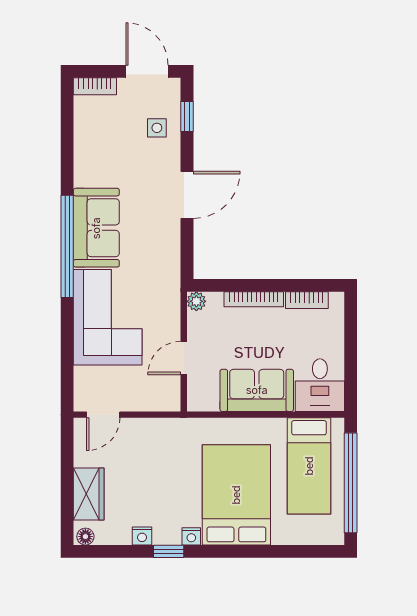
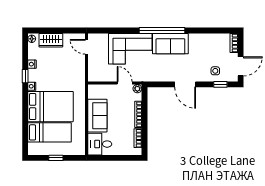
door: (184, 358) -> (125, 83), moved
bed: (309, 466) -> (50, 132), moved, turned 180
window: (351, 483) -> (56, 158), width x0.32

